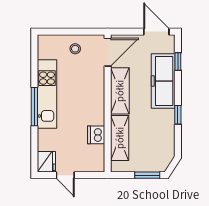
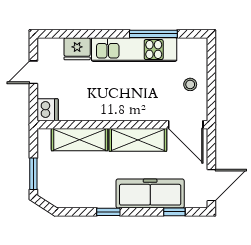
window: (34, 107) -> (153, 34), moved
dishwasher: (96, 135) -> (48, 110), moved, turned 90
fridge: (46, 162) -> (77, 49), moved

